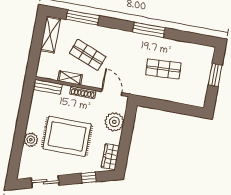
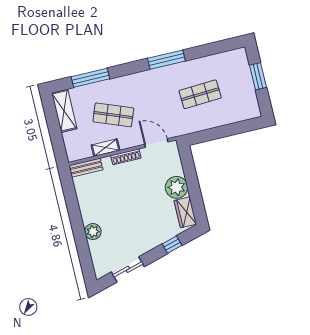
plant: (114, 122) -> (176, 187), moved
rug: (67, 136) -> (130, 211), removed

